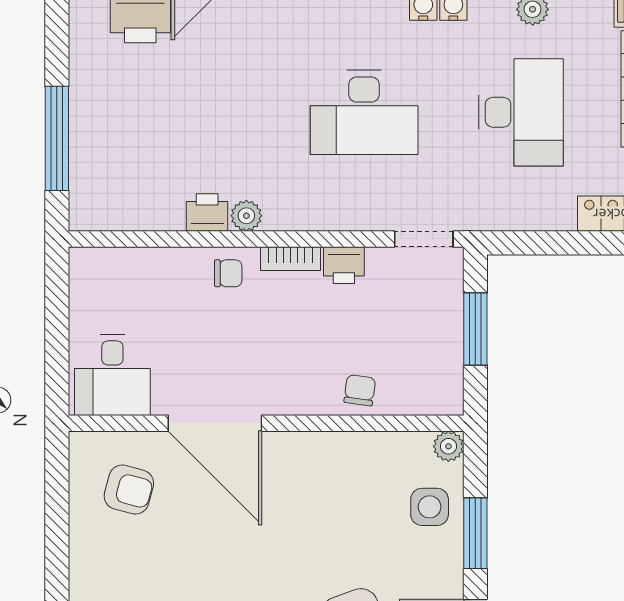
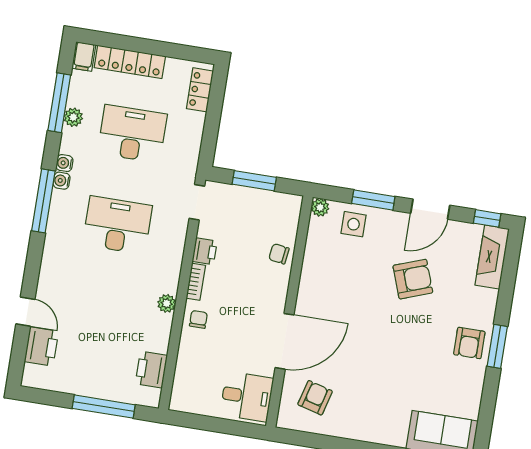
desk: (364, 112) -> (117, 225), turned -90
printer: (207, 213) -> (151, 370), moved, width x1.36, depth x1.24

